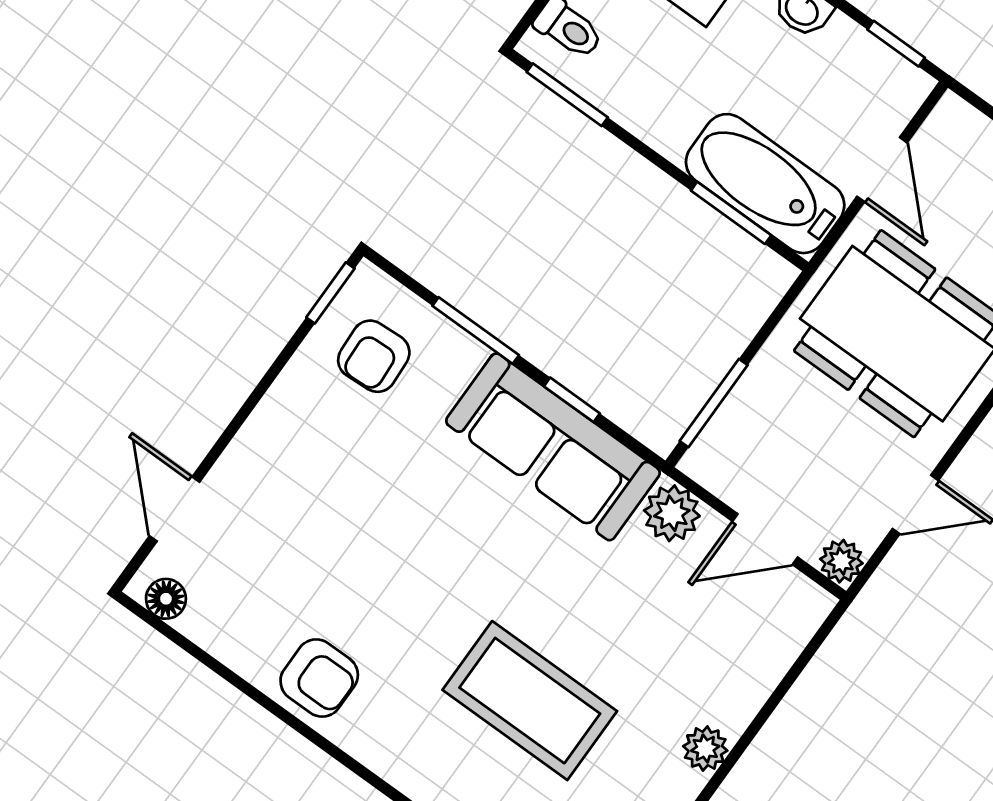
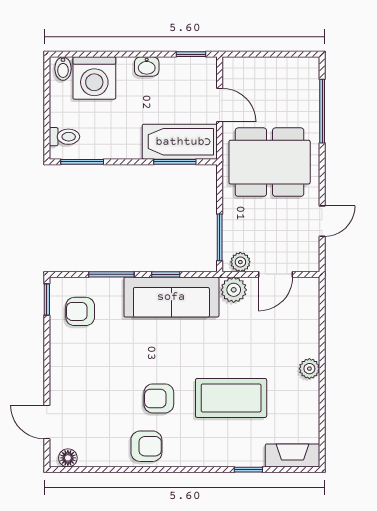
armchair: (374, 356) -> (80, 311), turned 93
plant: (841, 561) -> (240, 262), moved
armchair: (402, 610) -> (159, 398), added

